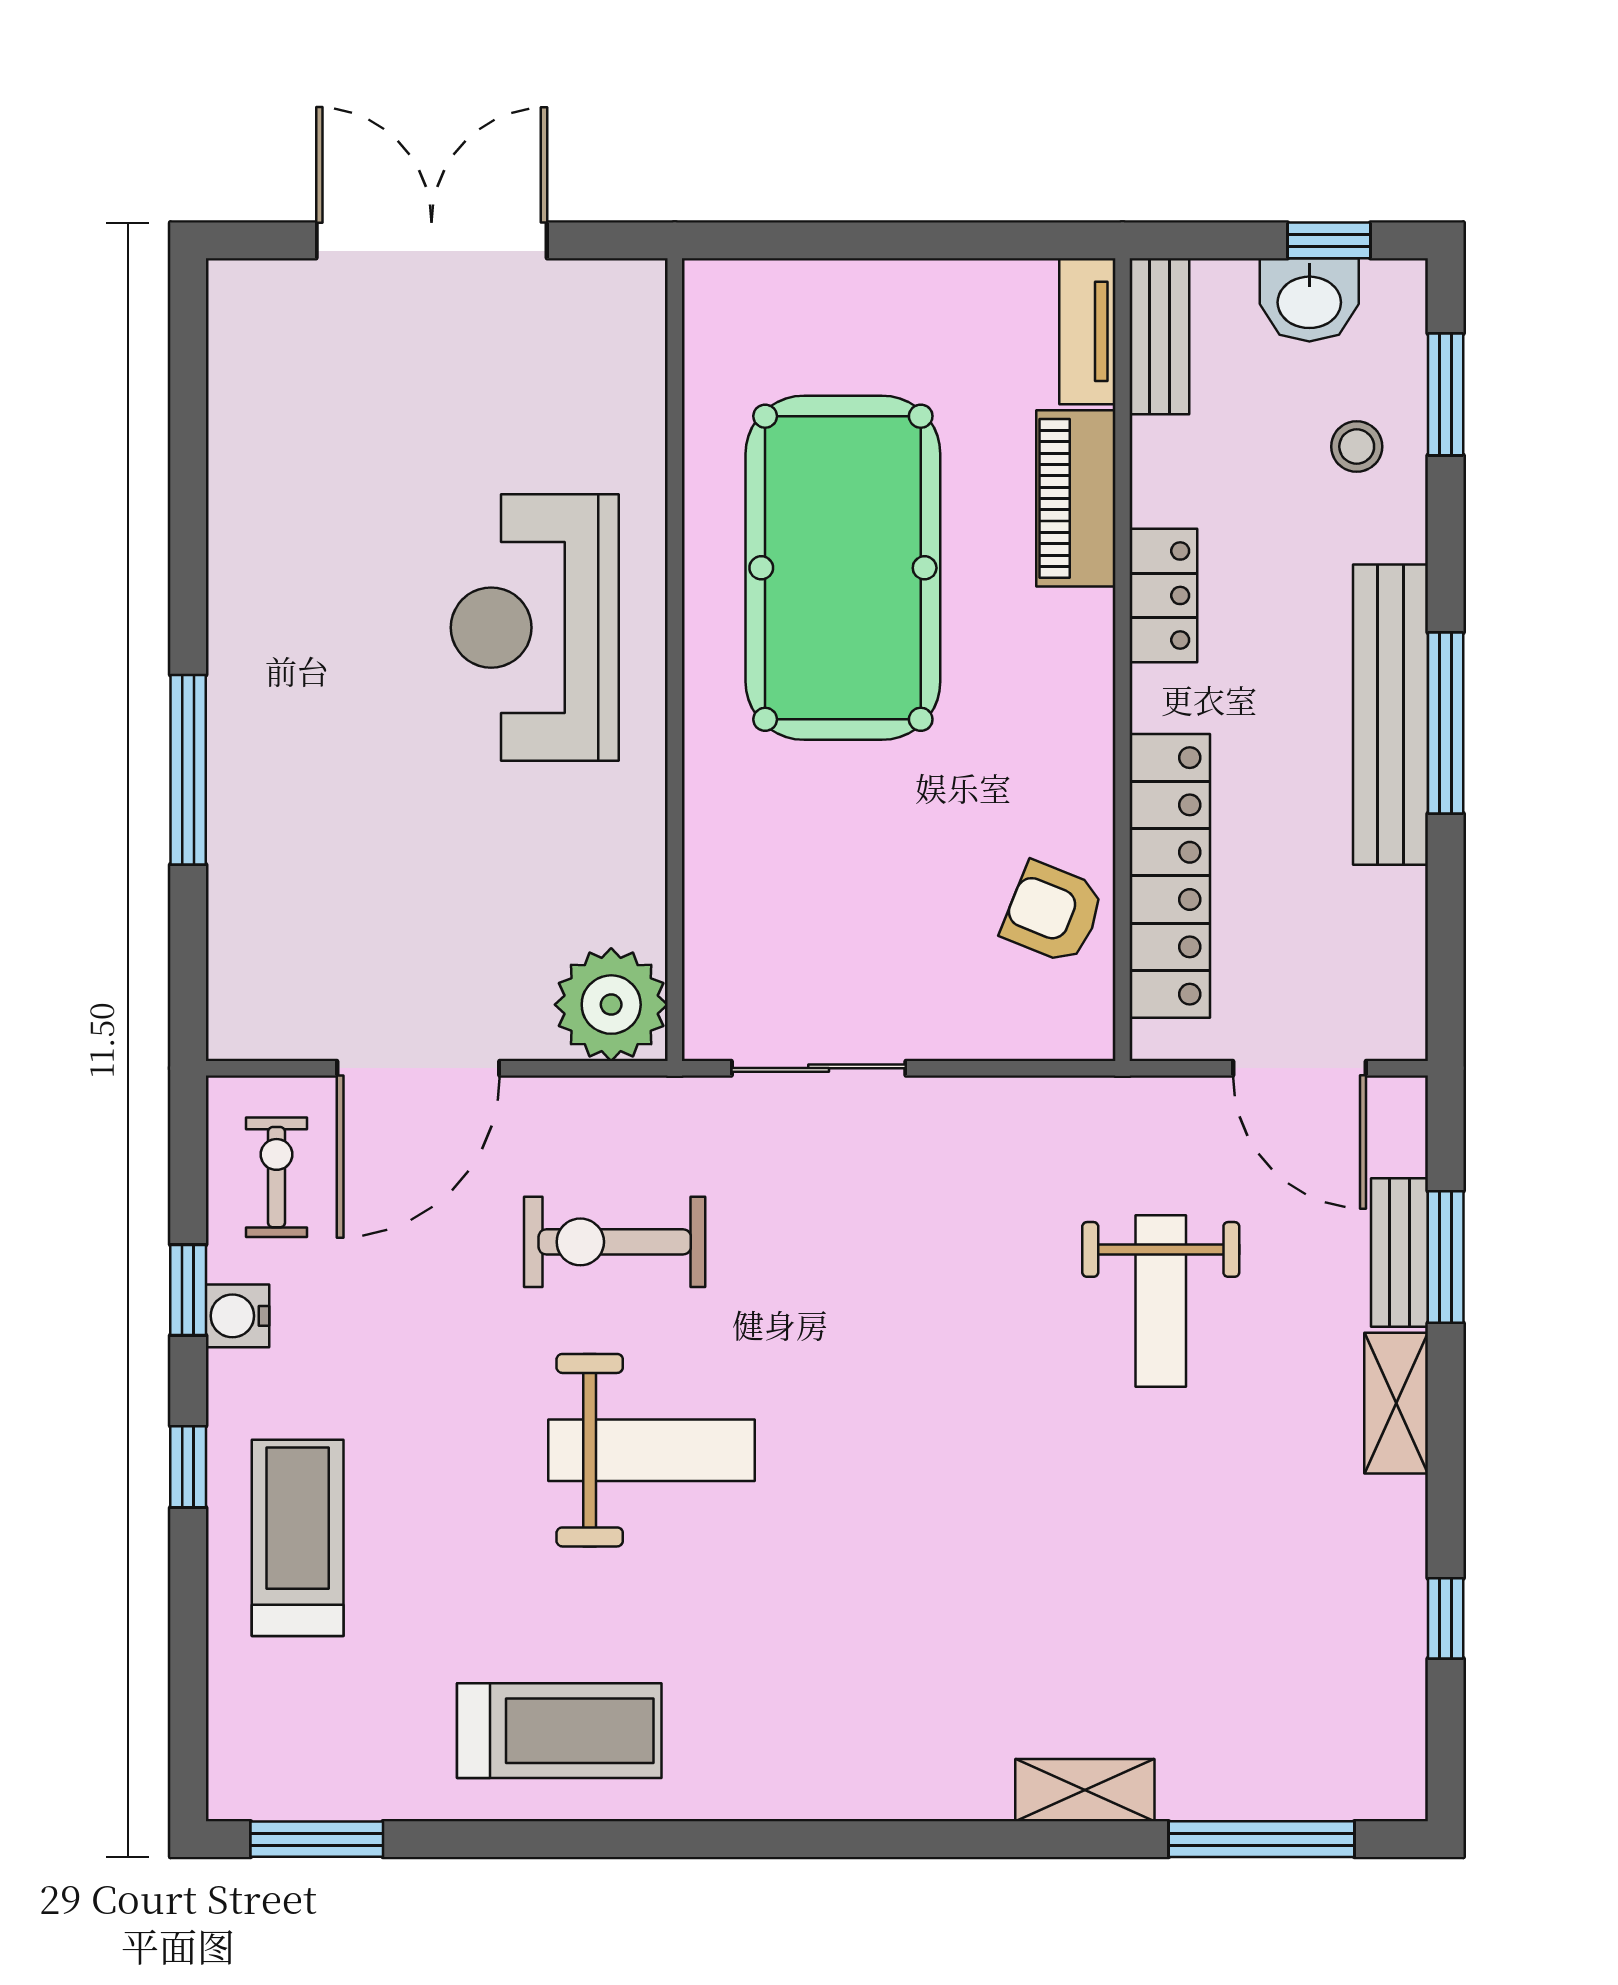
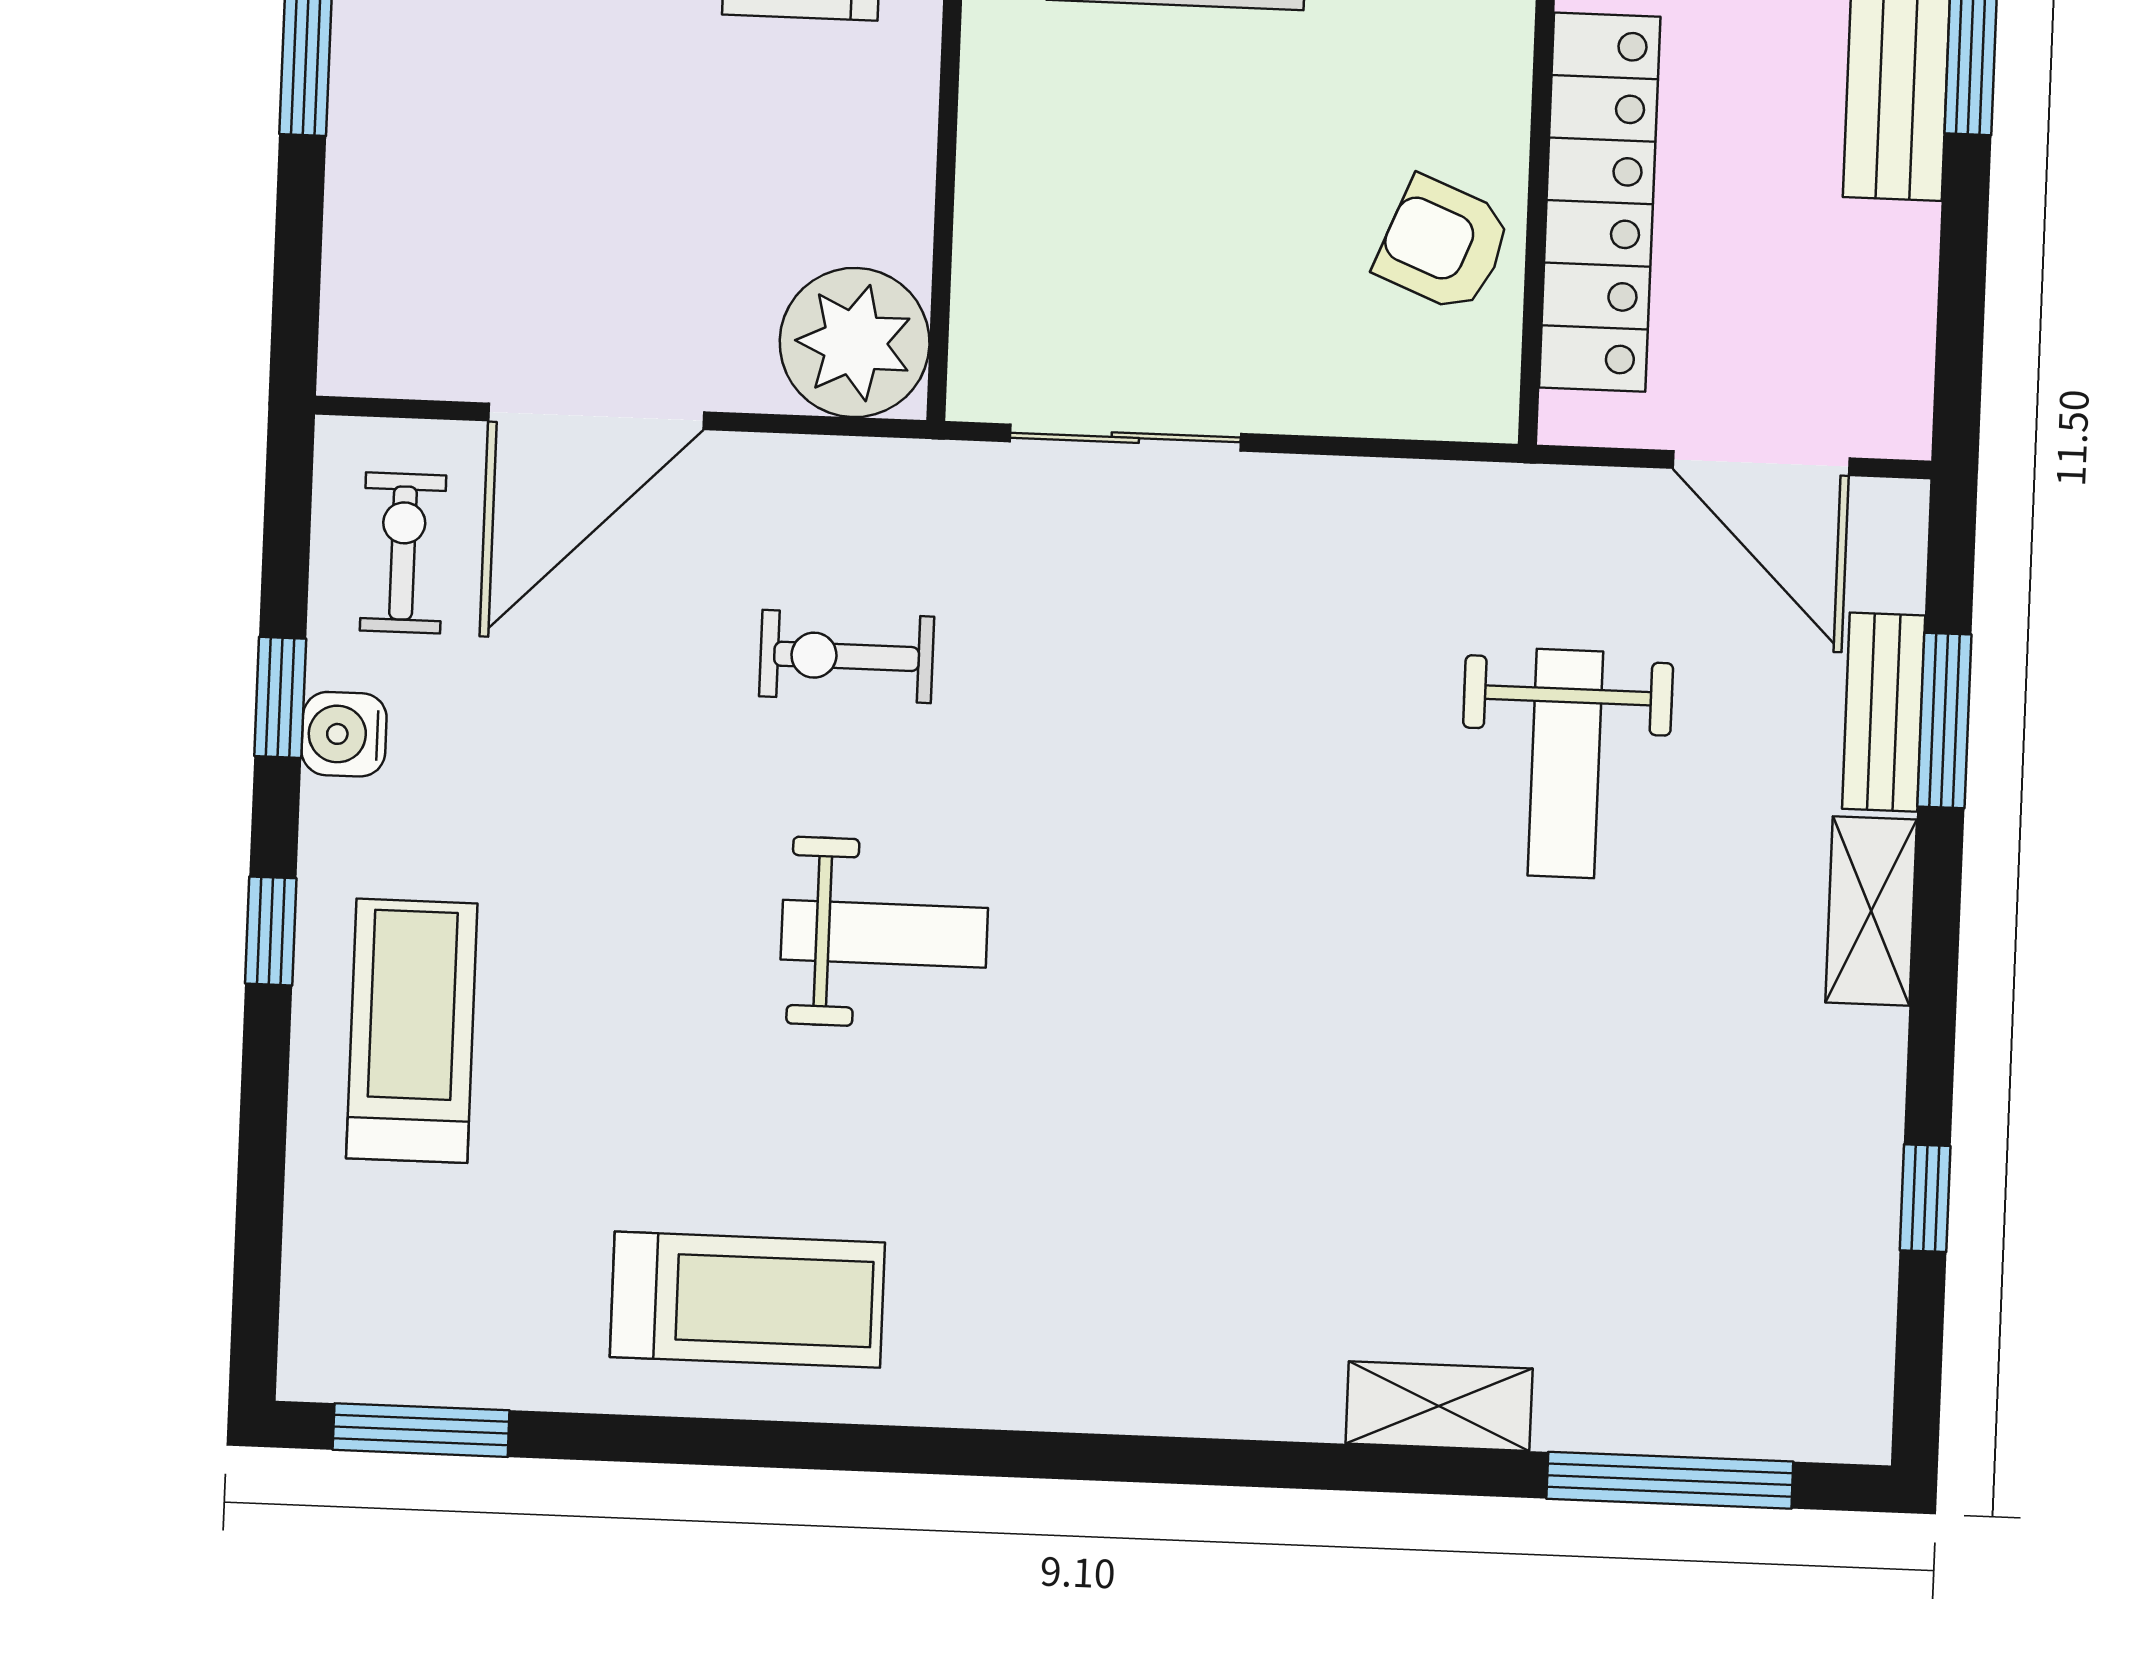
exercise bike: (615, 1242) -> (847, 656), width x0.73, depth x0.72
weight bench: (652, 1450) -> (884, 934), width x0.73, depth x0.75

